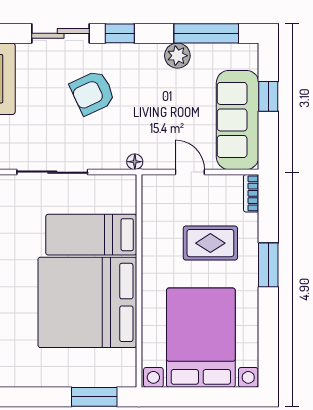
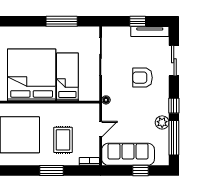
window: (120, 33) -> (174, 106), moved
armchair: (93, 93) -> (142, 78), turned -65

